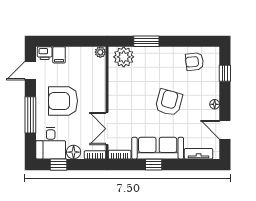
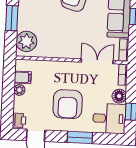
plant: (100, 52) -> (19, 90), moved
filing cabinet: (59, 55) -> (23, 77), moved
window: (30, 115) -> (80, 137), width x0.69
double door: (107, 129) -> (97, 61), swing flipped

